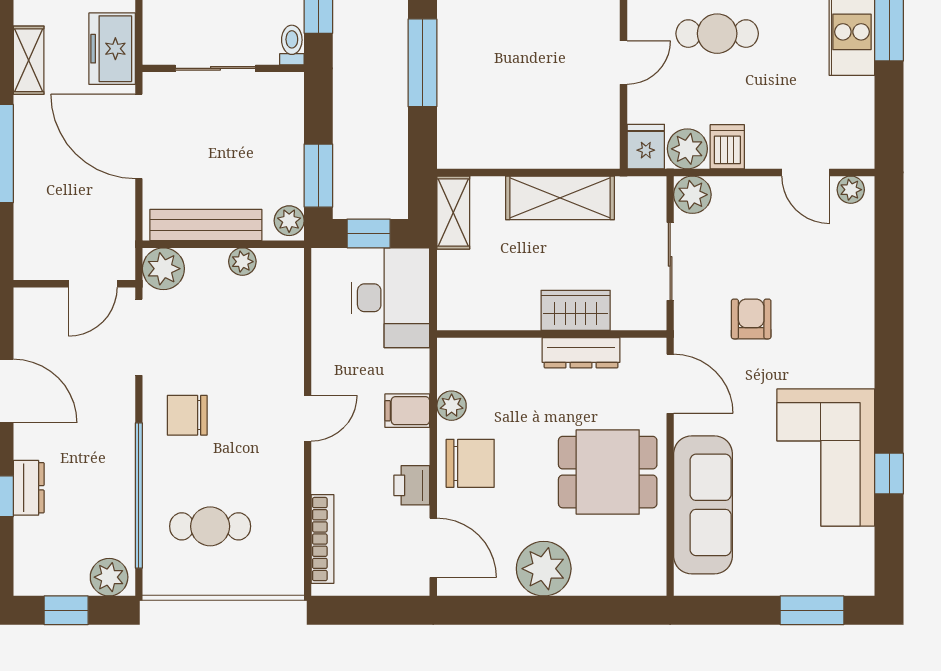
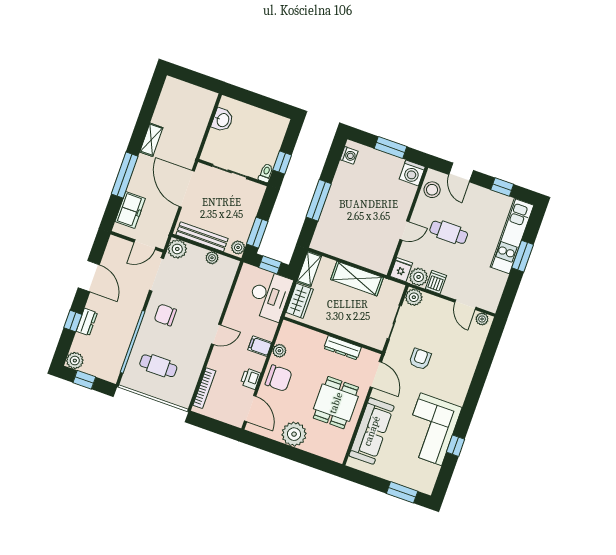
freezer: (112, 49) -> (130, 210), moved, turned 180
wardrobe: (576, 310) -> (300, 301), moved, turned 90
dining table: (608, 472) -> (336, 403), turned 90
plant: (109, 577) -> (75, 361), moved

